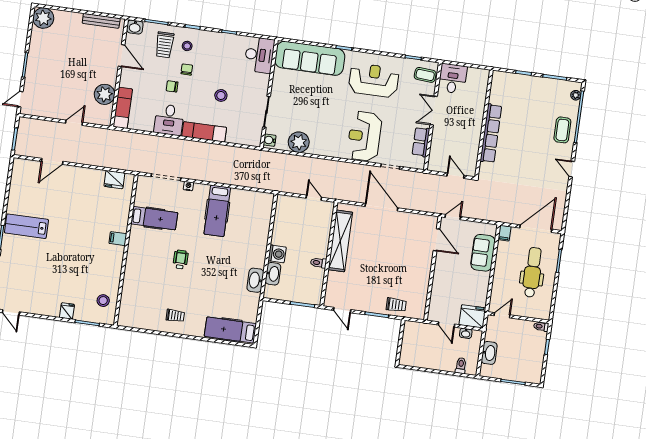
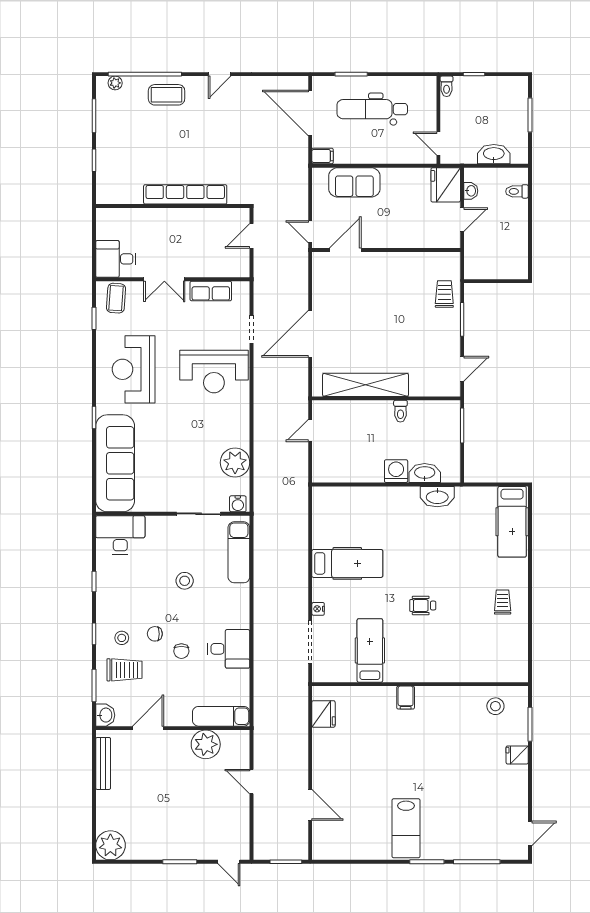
exam couch: (204, 132) -> (239, 552), moved

